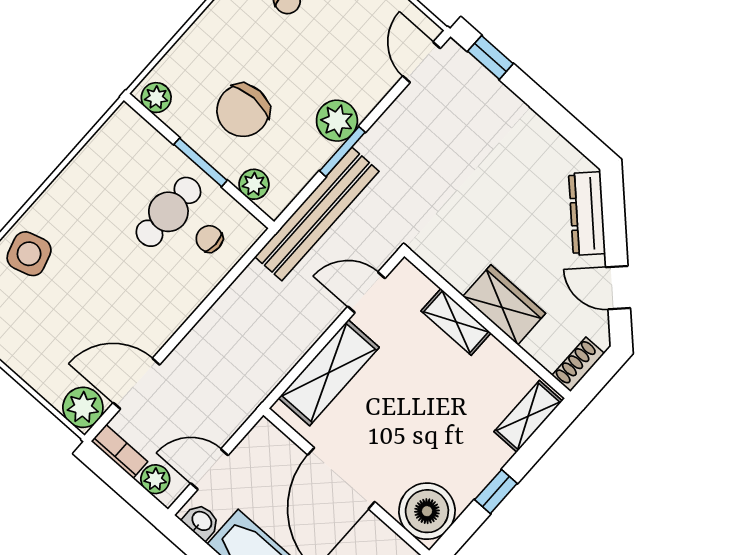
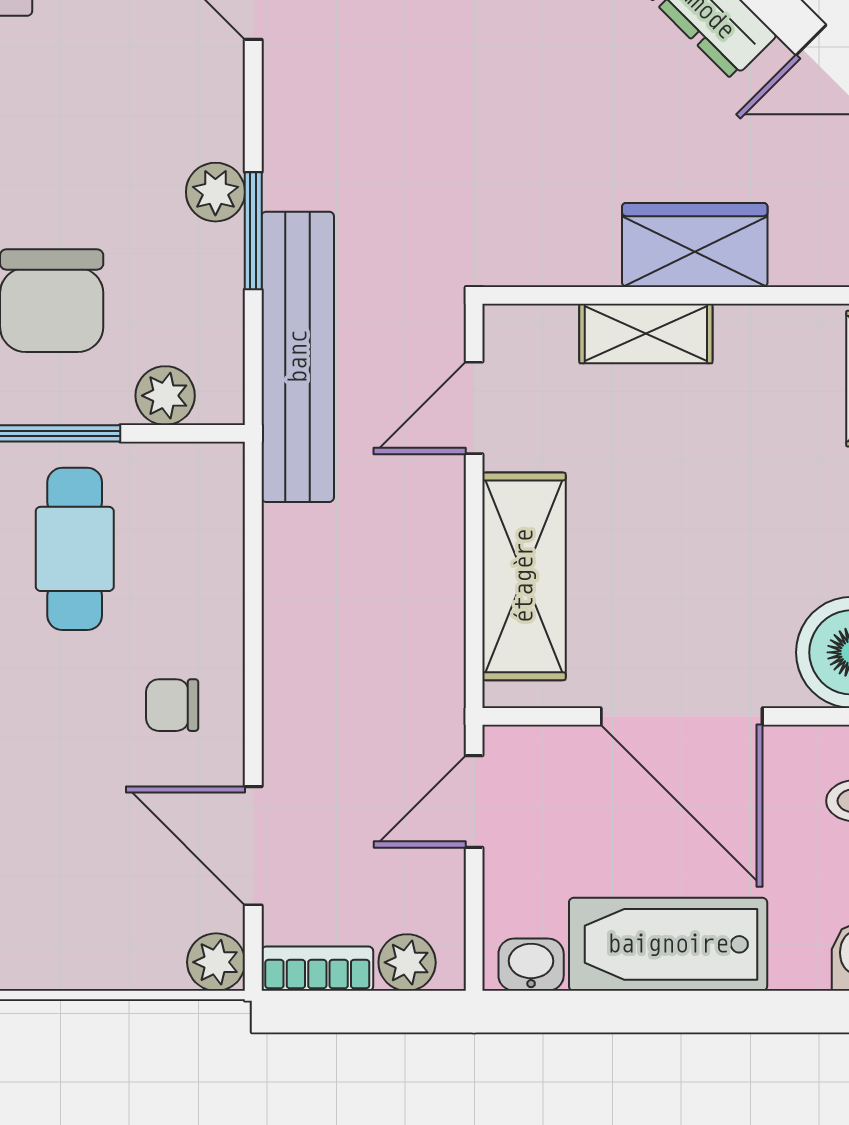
plant: (337, 121) -> (215, 192), width x0.73, depth x0.73
chair: (209, 239) -> (172, 705), moved
door: (136, 384) -> (253, 846), hinge flipped
plant: (83, 407) -> (216, 962), width x0.73, depth x0.73
door: (209, 469) -> (474, 801), moved

